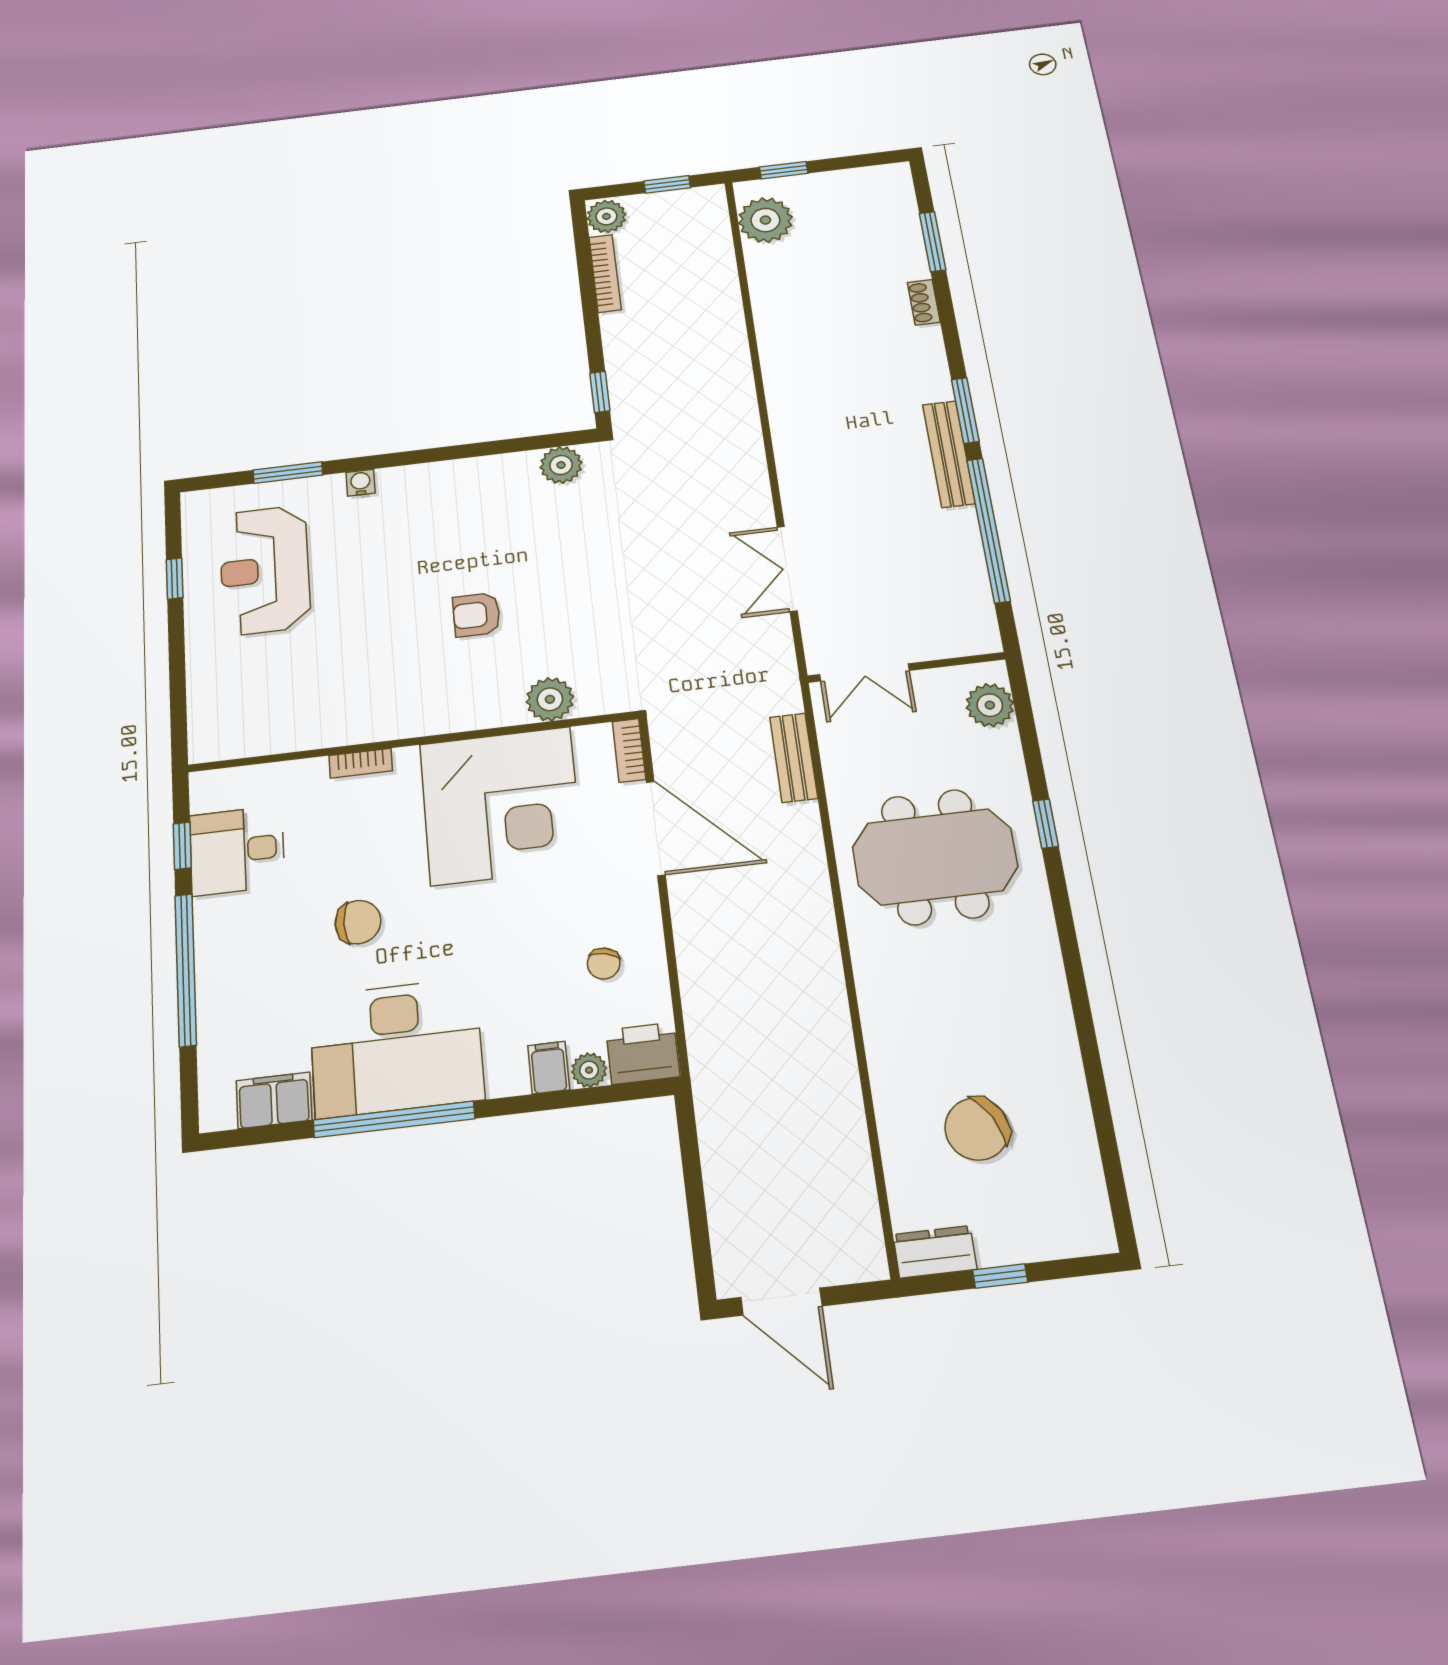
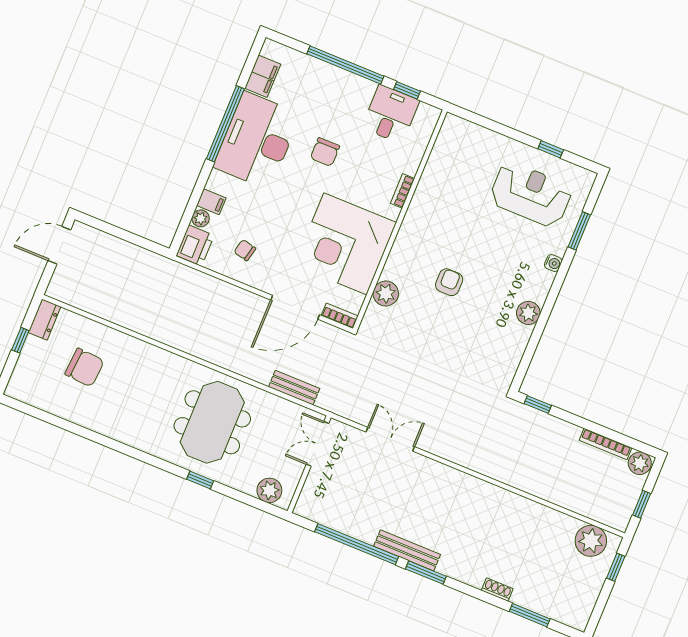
plant: (561, 465) -> (528, 313), moved
chair: (977, 1129) -> (84, 368), turned 123

